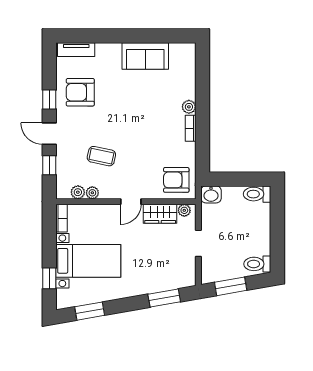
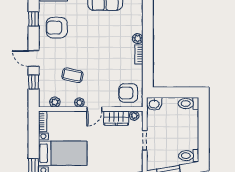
window: (49, 99) -> (34, 19), moved
plant: (92, 193) -> (79, 103), moved

